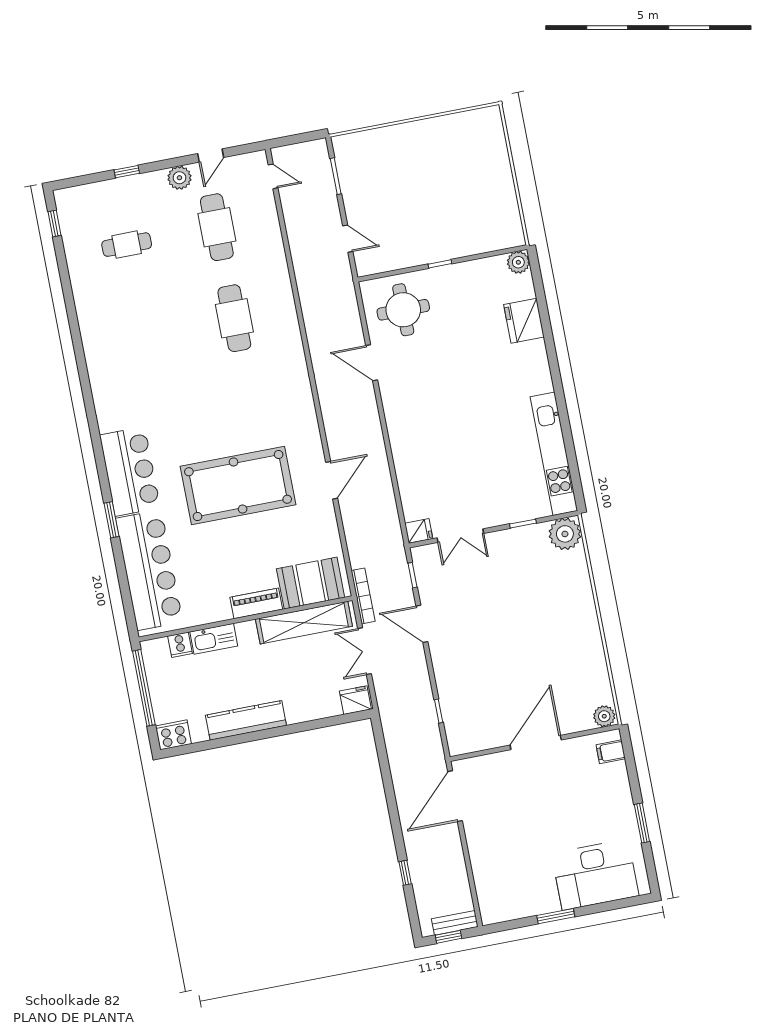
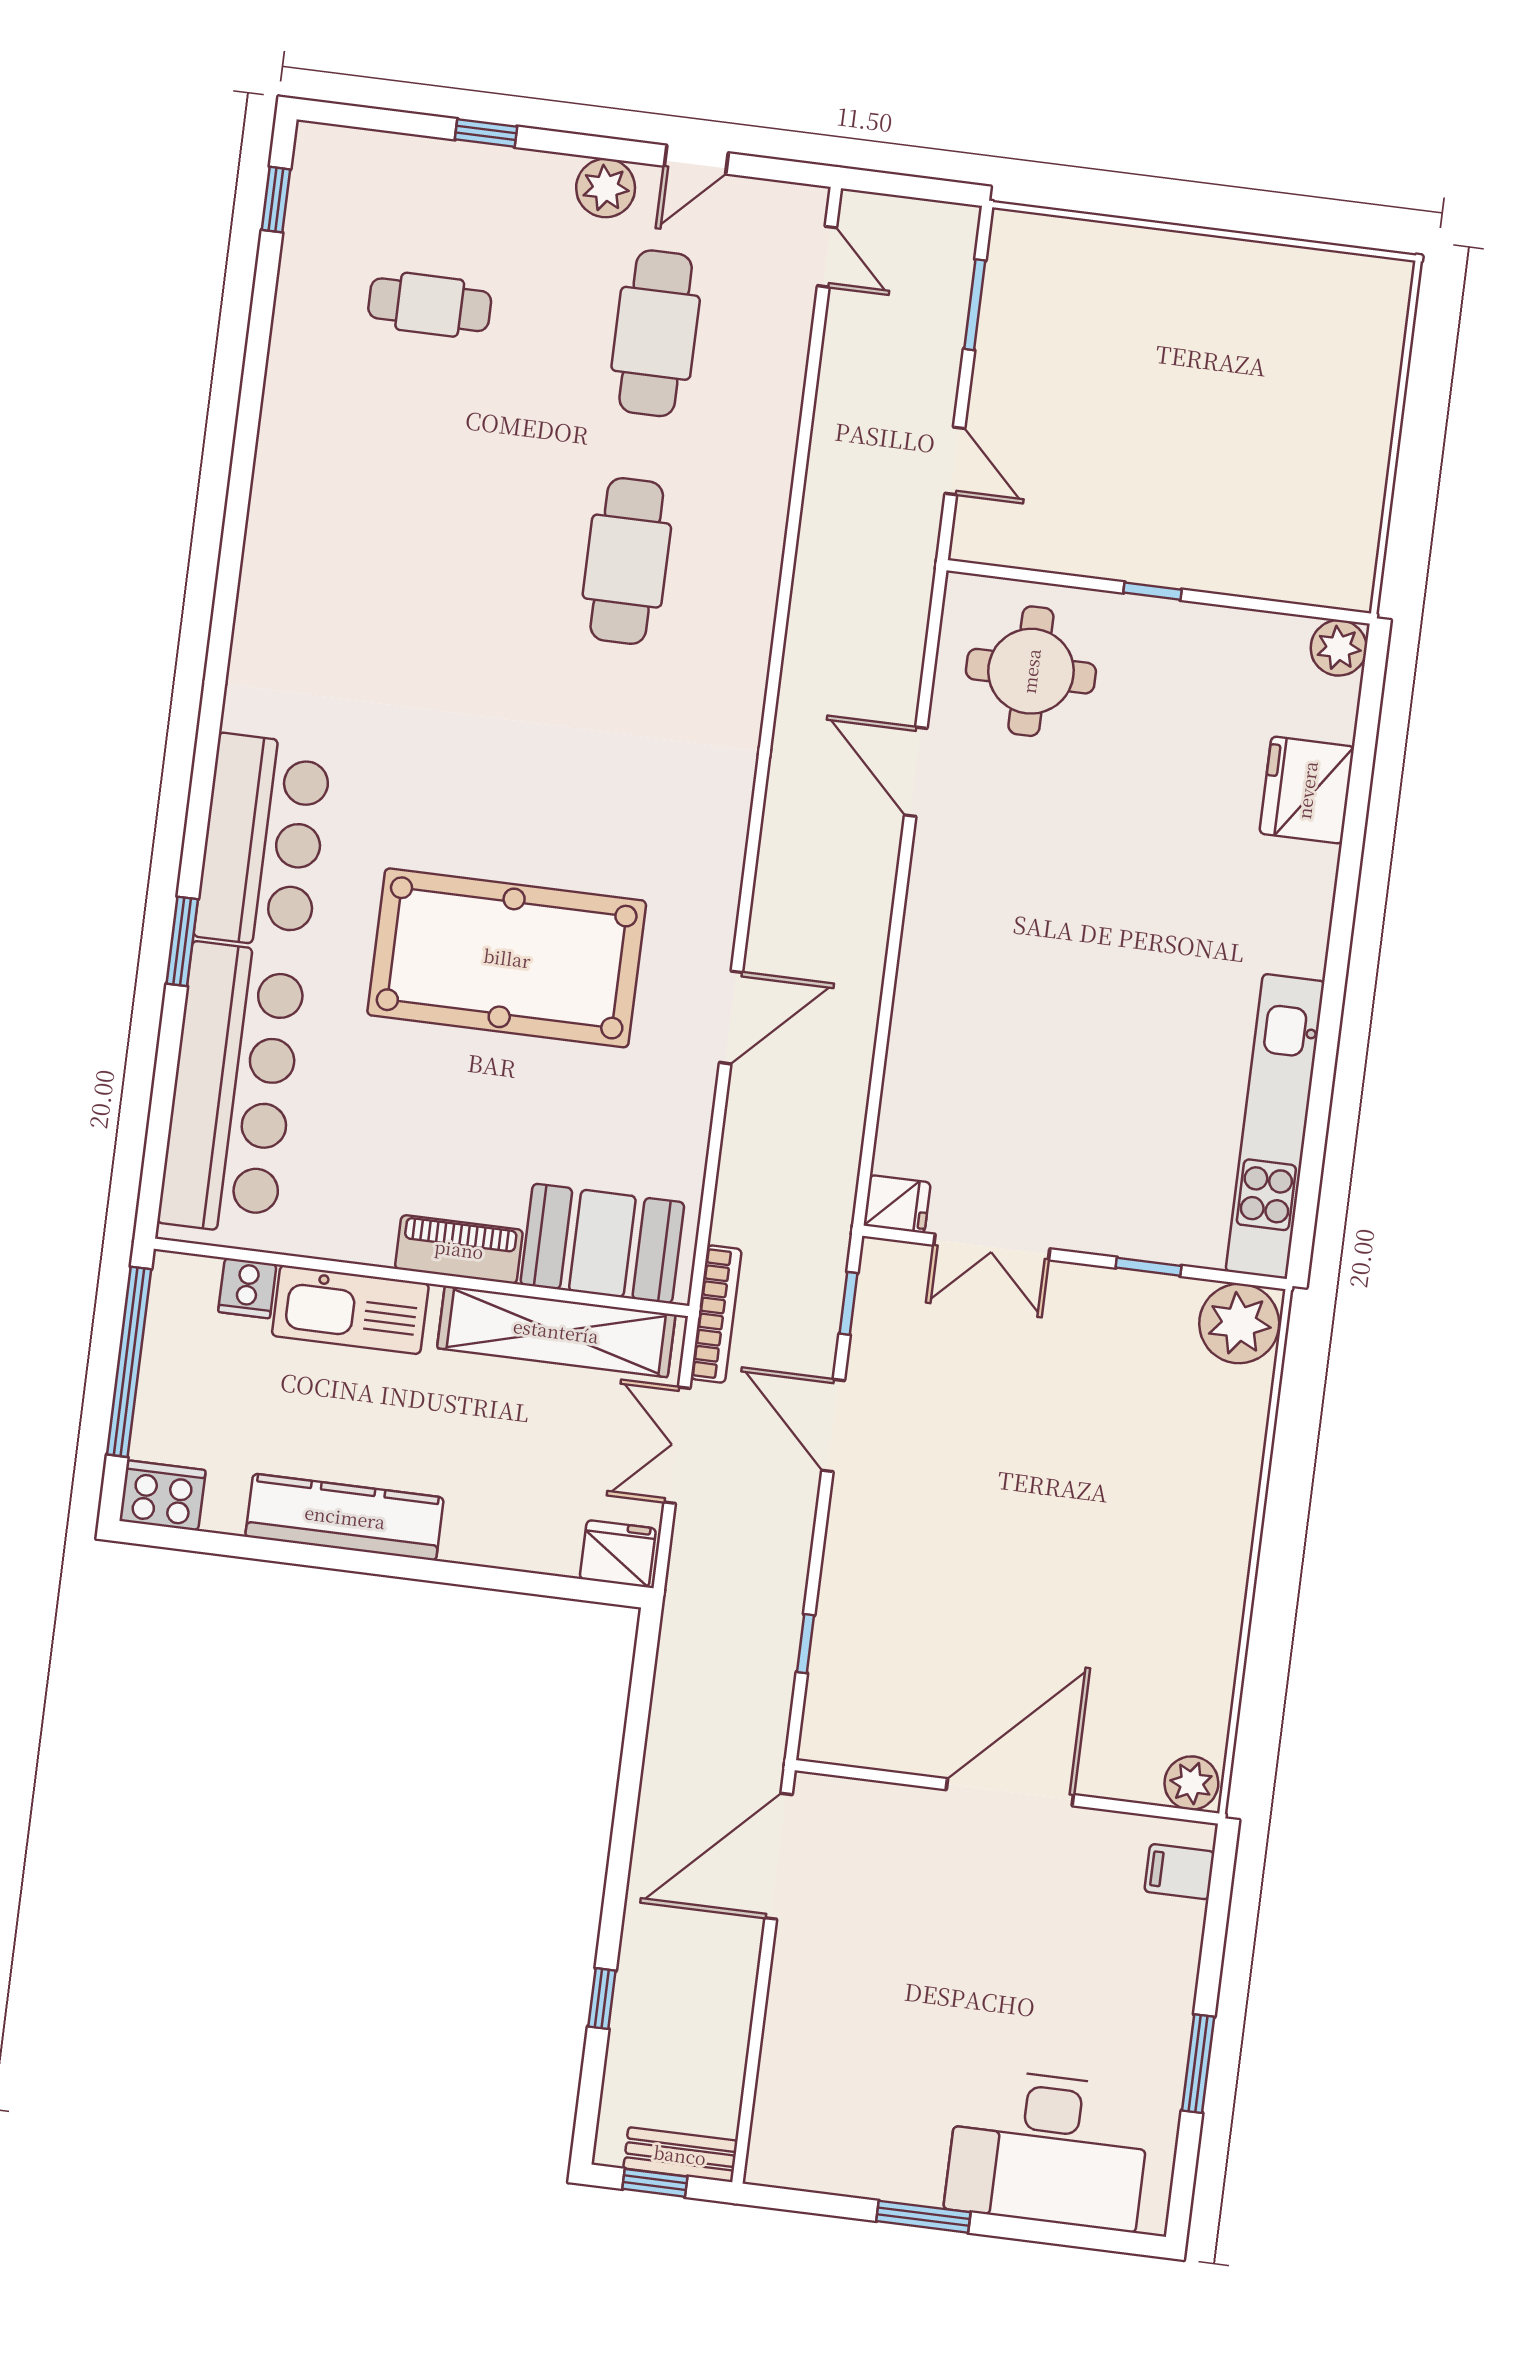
kitchen sink: (214, 639) -> (350, 1310), width x1.36, depth x1.24

